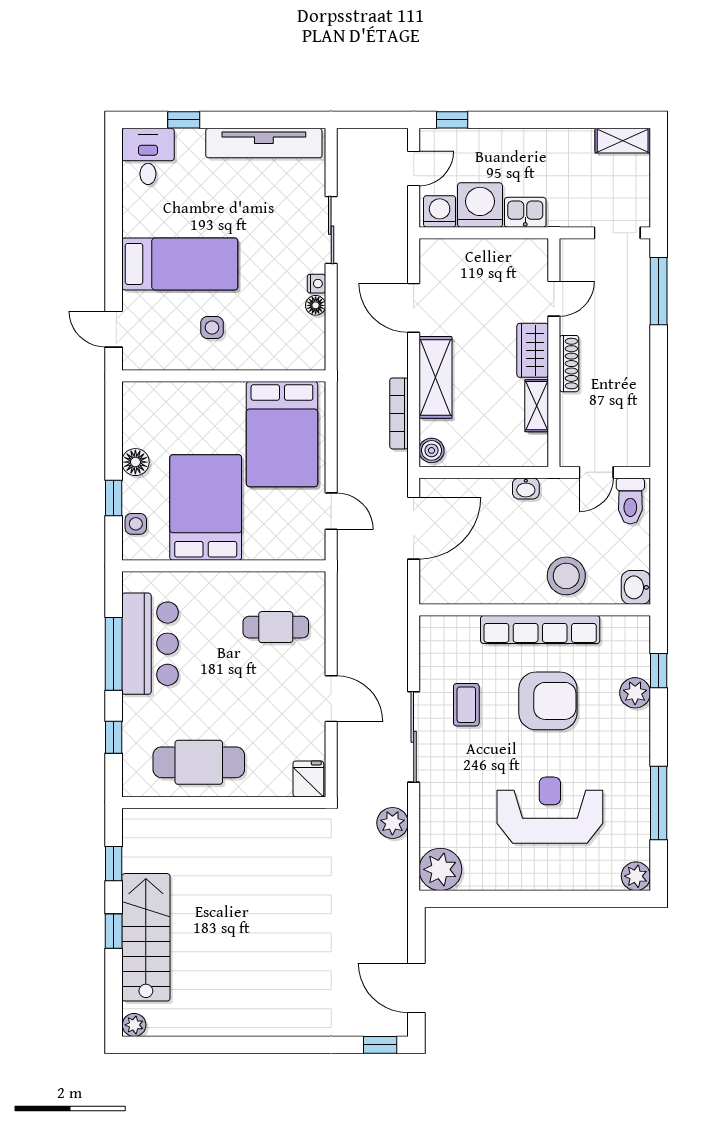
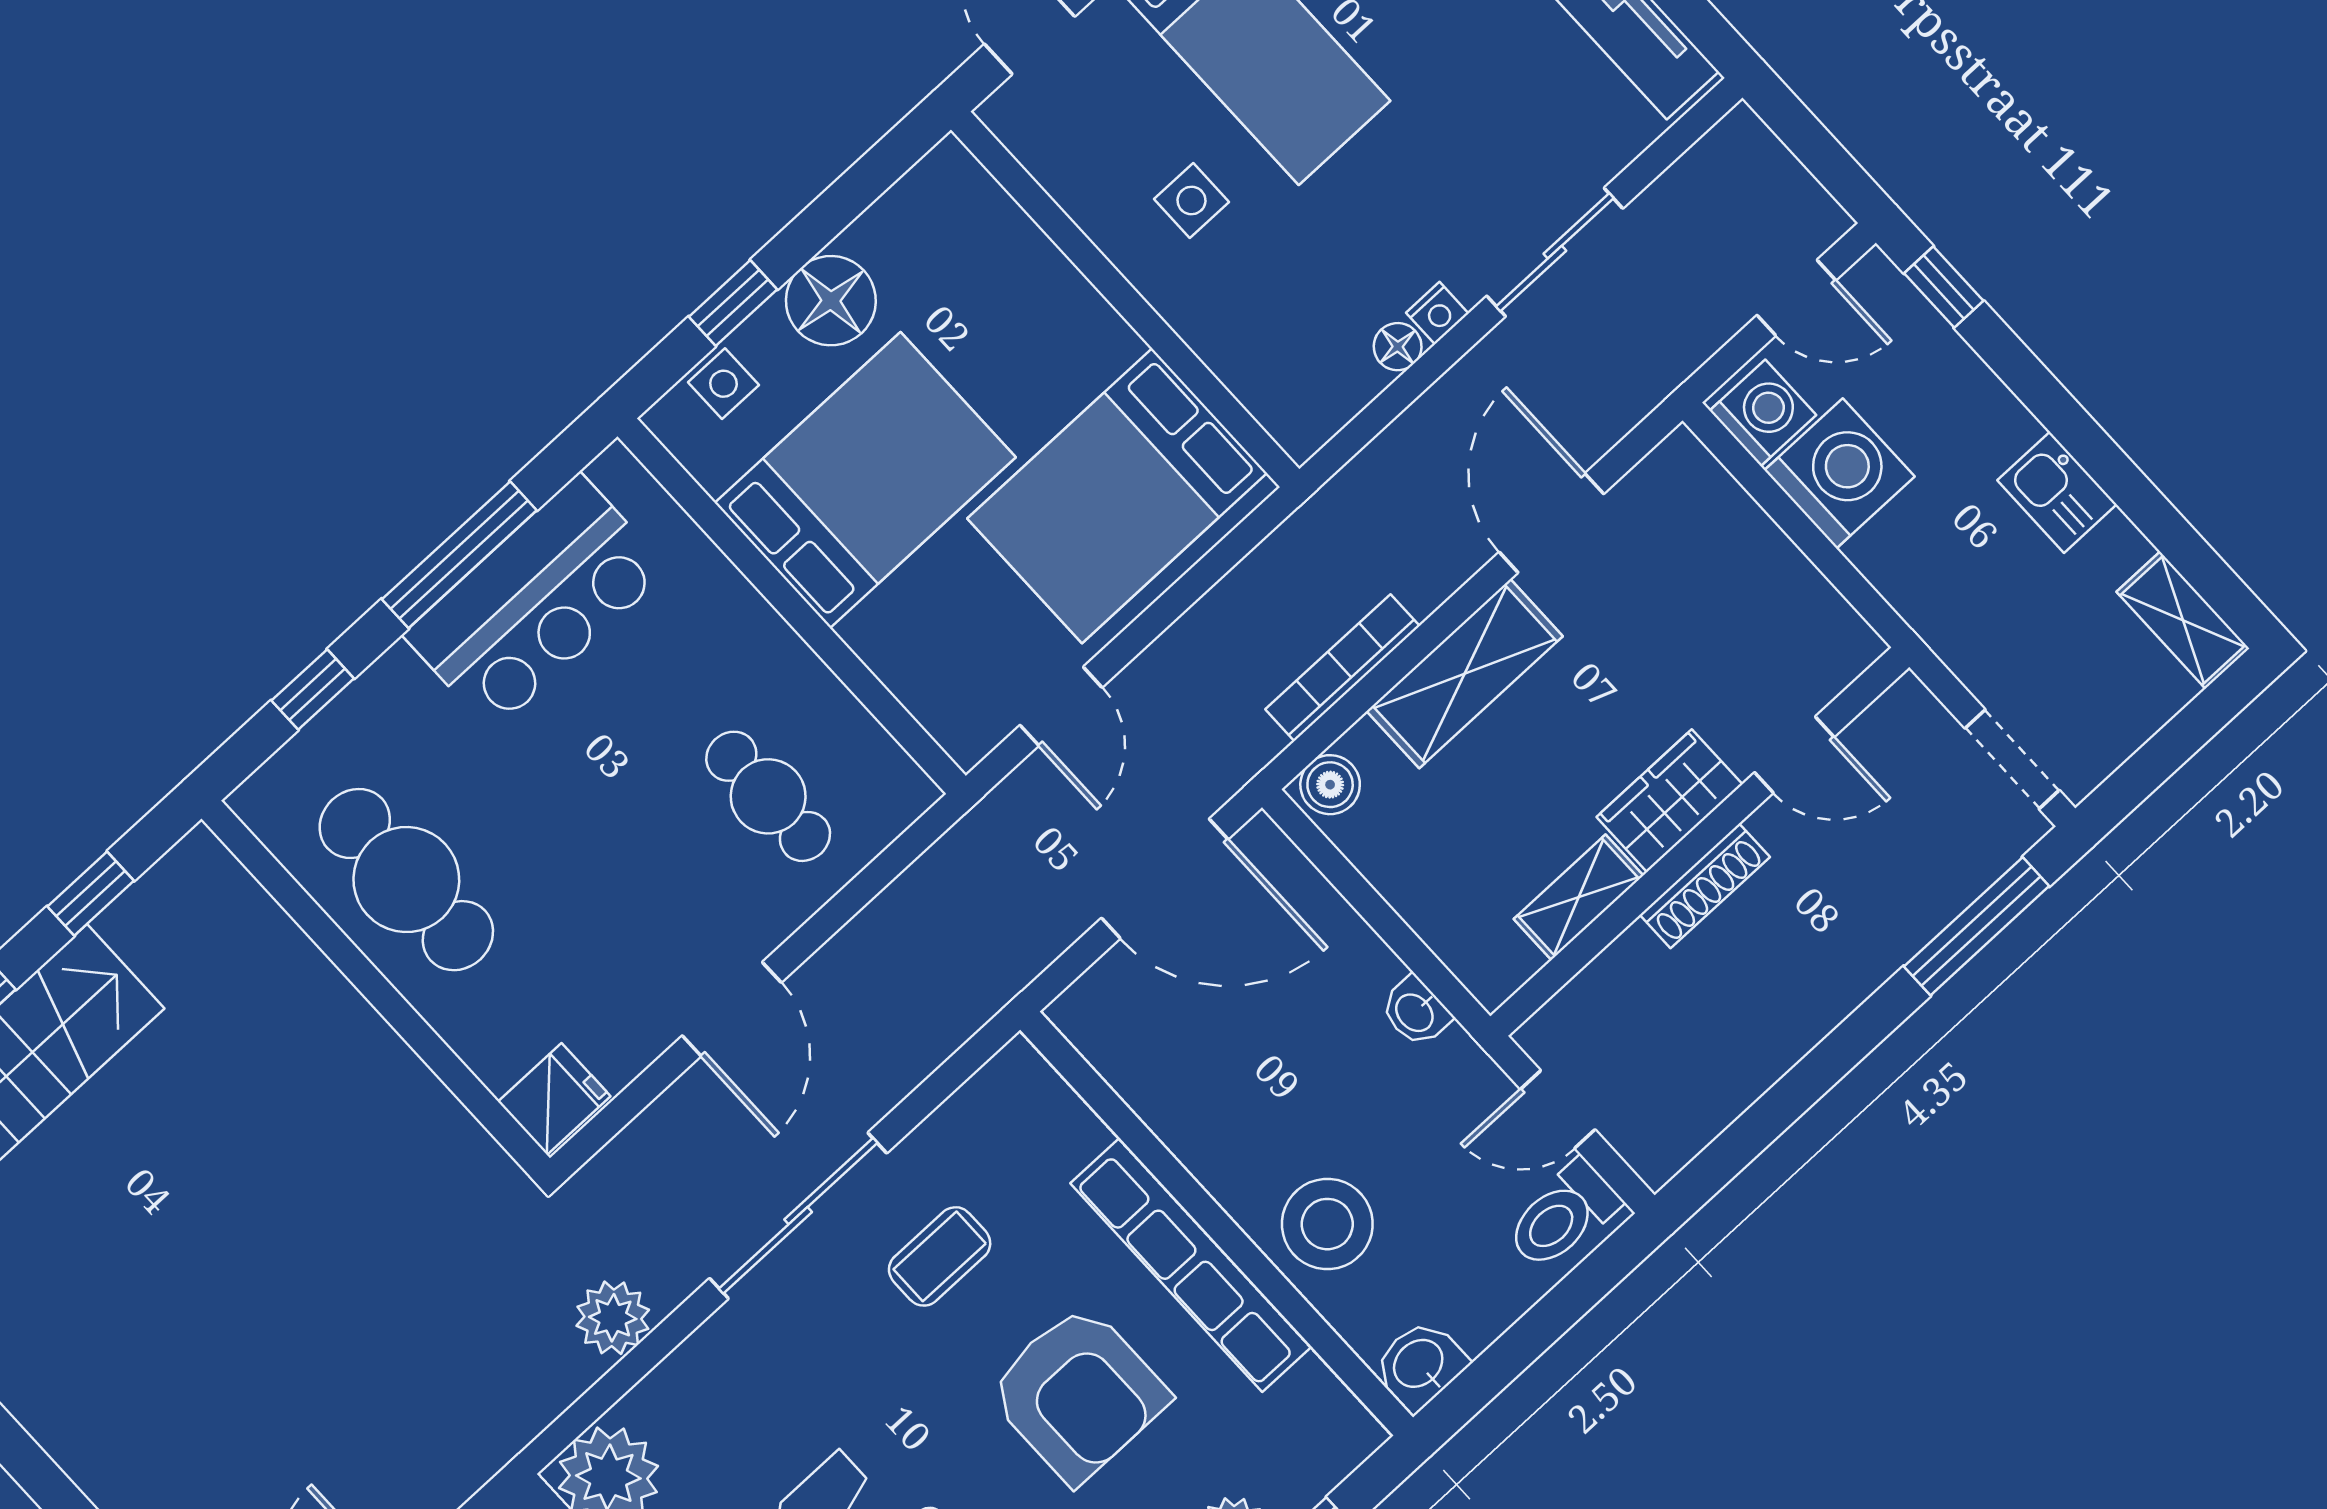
kitchen sink: (525, 212) -> (2057, 492), moved, turned 180
floor lamp: (135, 462) -> (831, 301), width x1.38, depth x1.38

